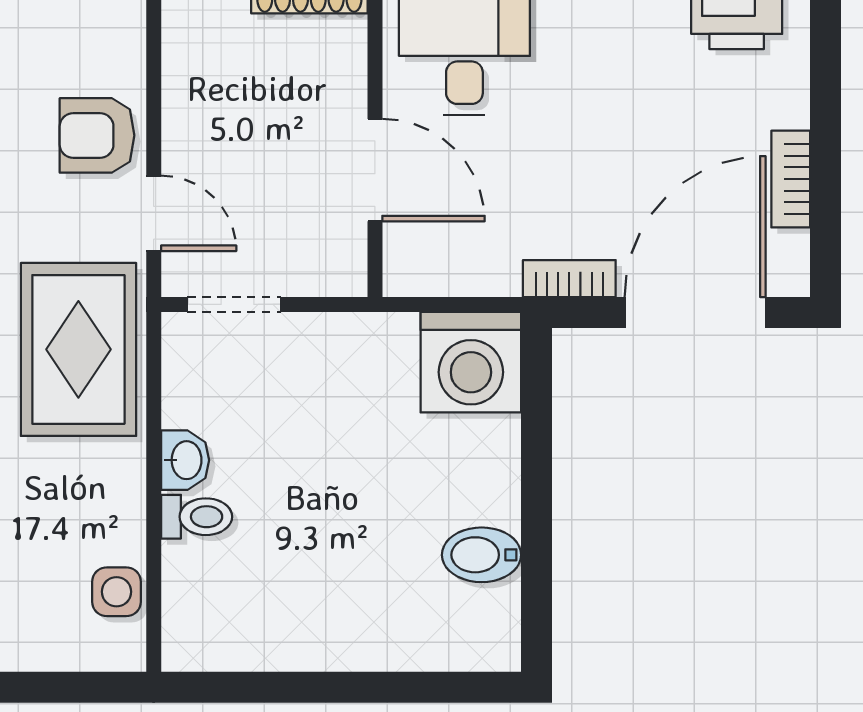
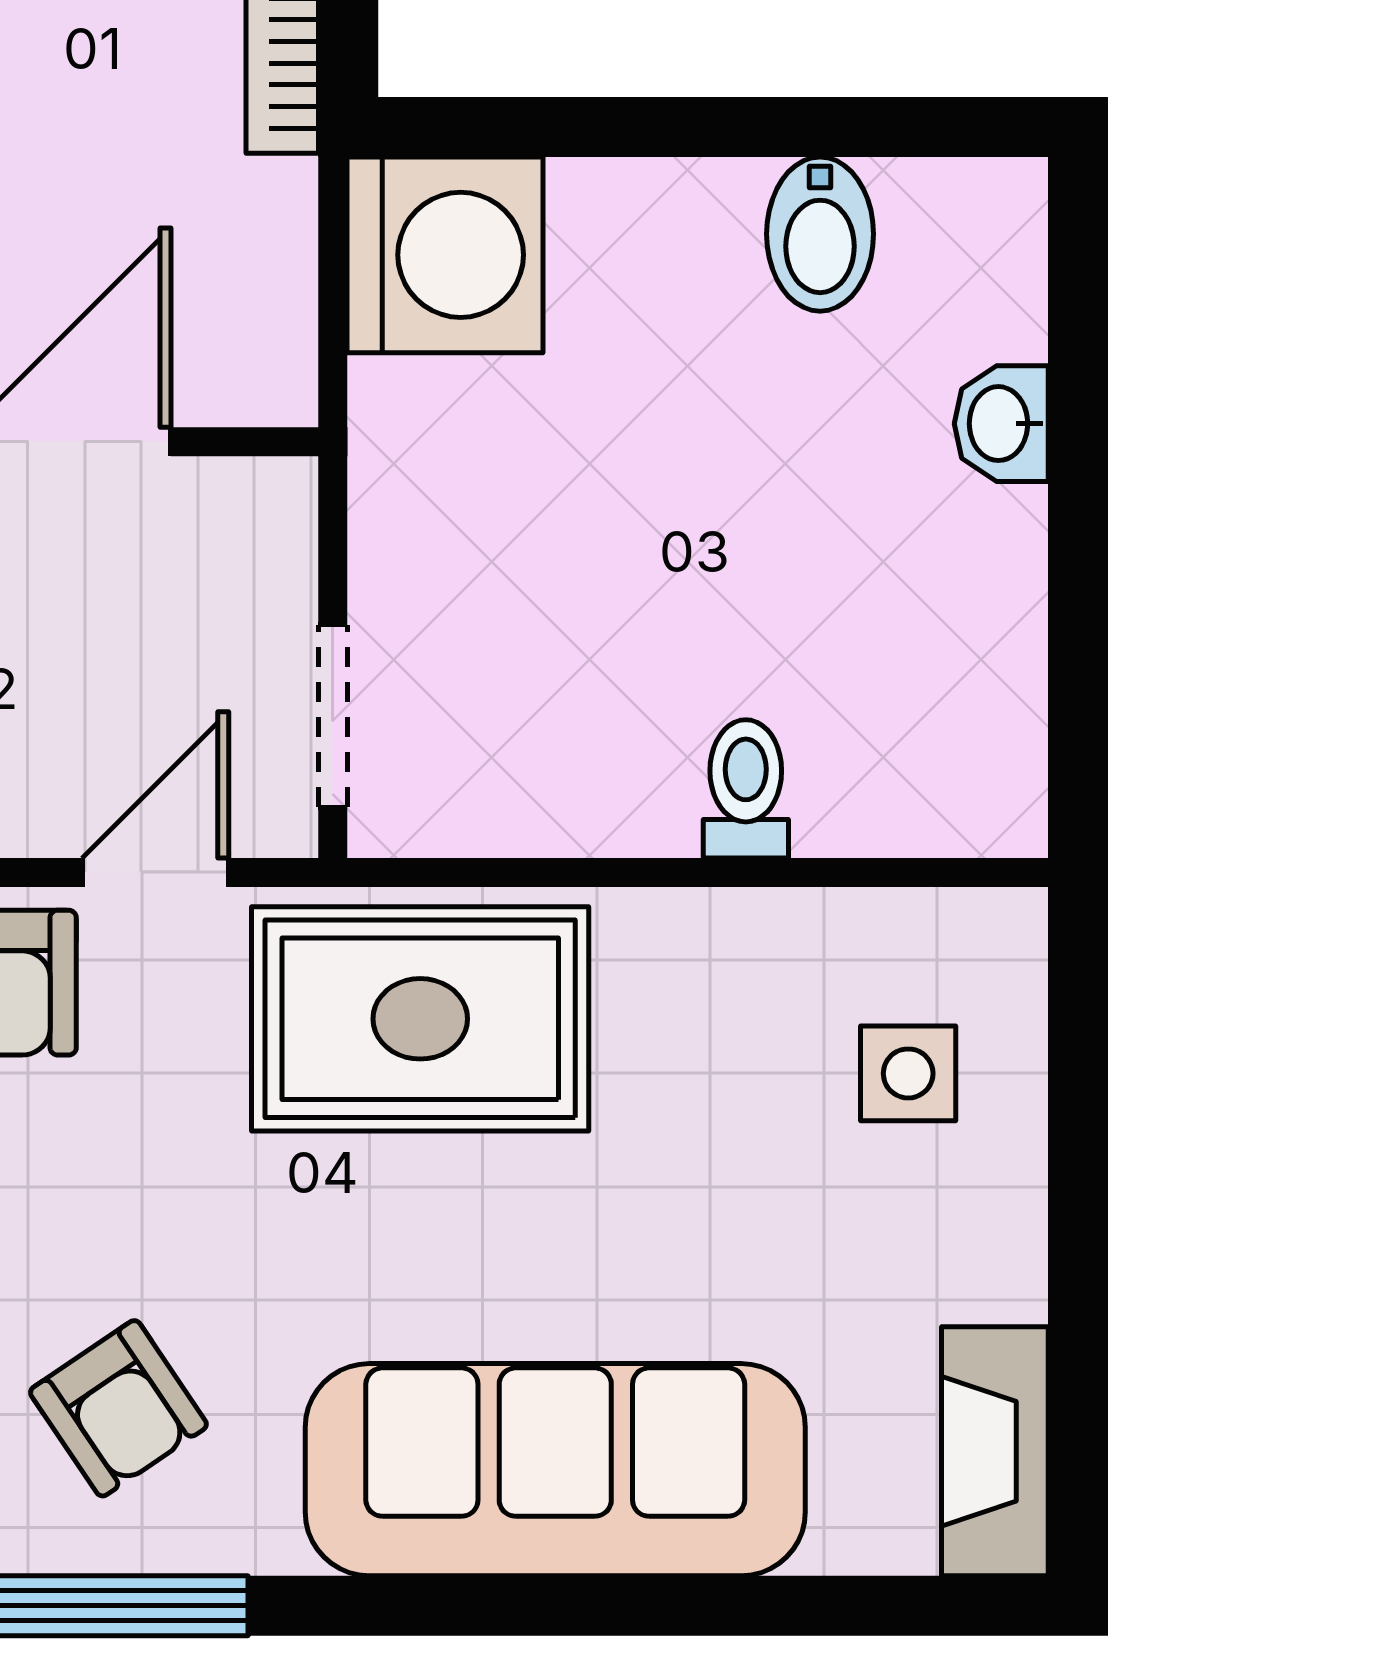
washbasin: (185, 460) -> (1001, 424), moved, turned -90
side table: (117, 592) -> (908, 1073), moved

